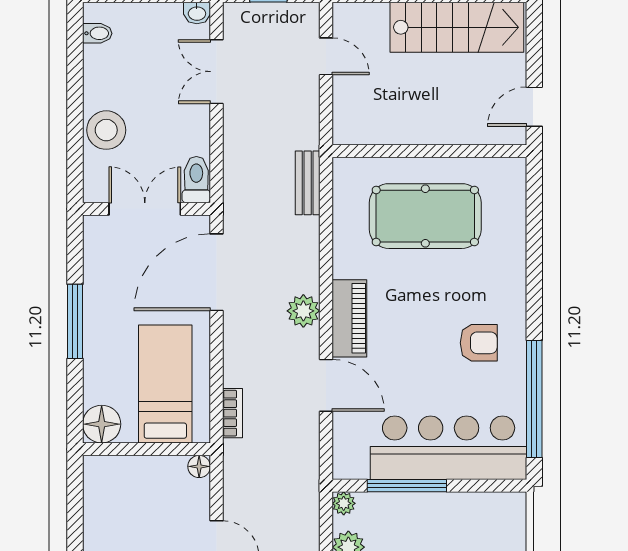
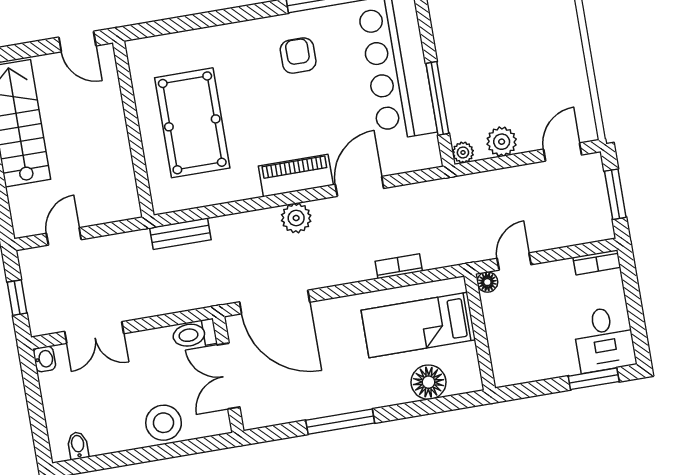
bed: (165, 384) -> (418, 325), moved
wall: (147, 449) -> (480, 332), moved
floor lamp: (199, 466) -> (487, 282), moved

